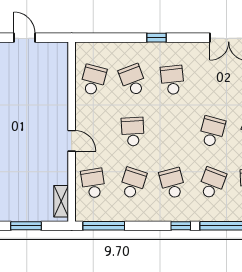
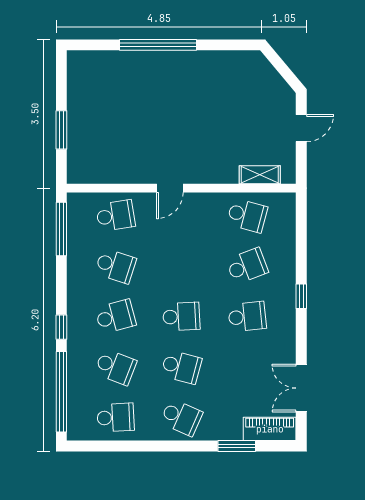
school desk: (133, 132) -> (181, 316), moved
shelving: (61, 201) -> (260, 175), moved

